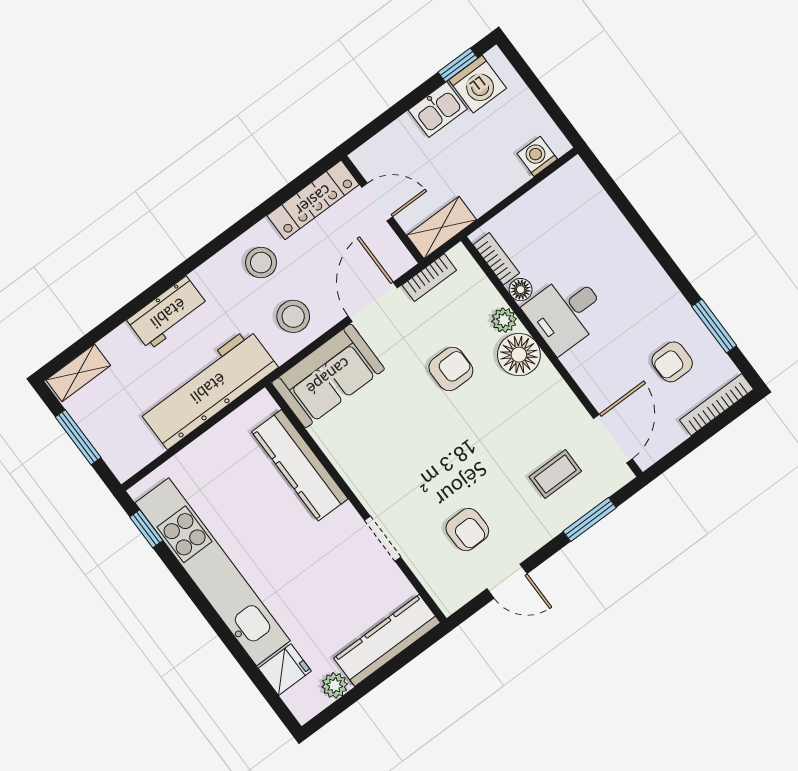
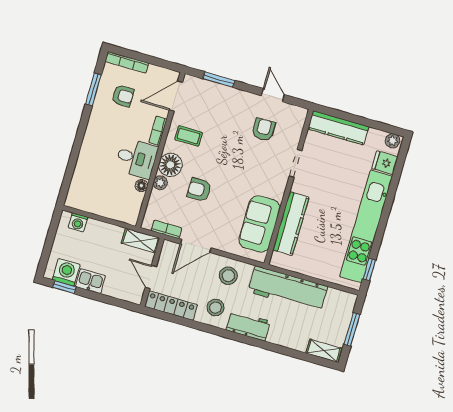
bookcase: (496, 259) -> (158, 131), moved
workbench: (168, 313) -> (248, 326), moved
sofa: (328, 376) -> (259, 224), moved, turned -90
coffee table: (555, 474) -> (188, 136), moved
plant: (335, 685) -> (392, 141), moved

